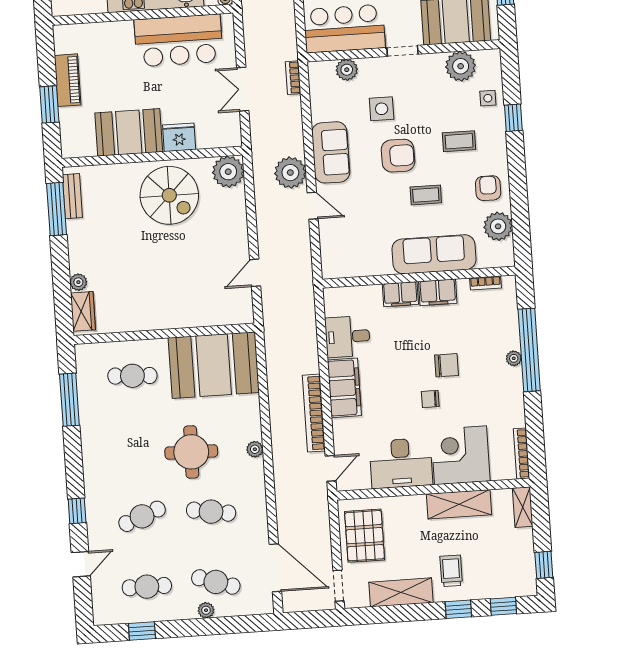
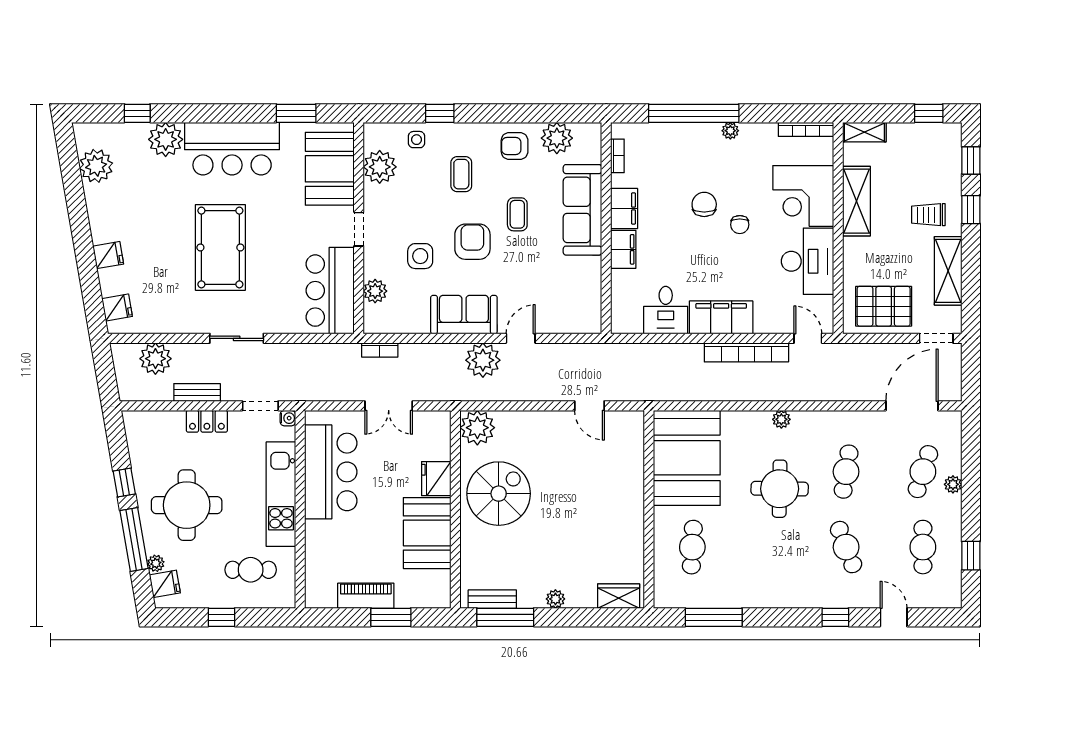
plant: (78, 282) -> (555, 599), moved
plant: (514, 358) -> (730, 131), moved

